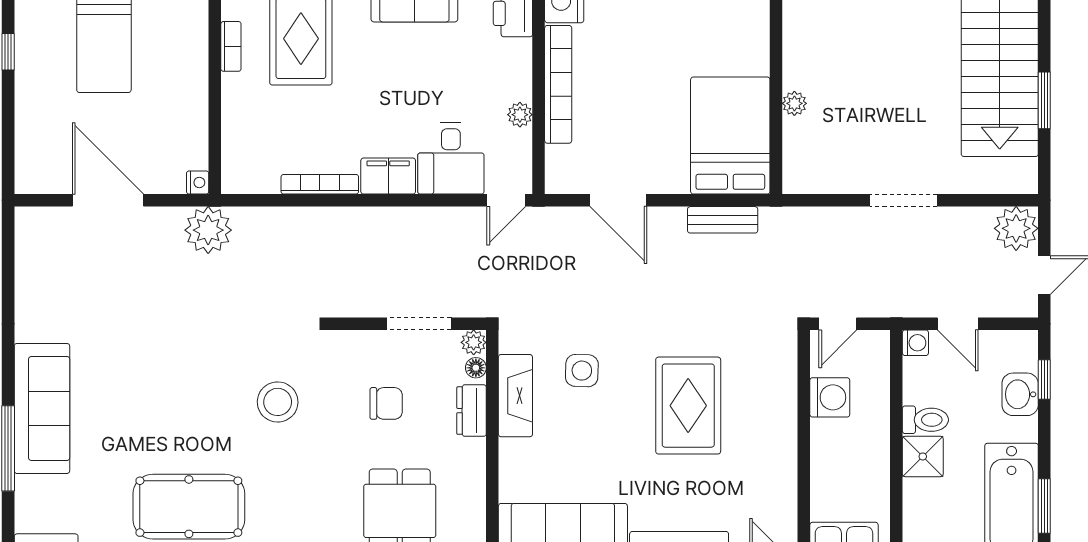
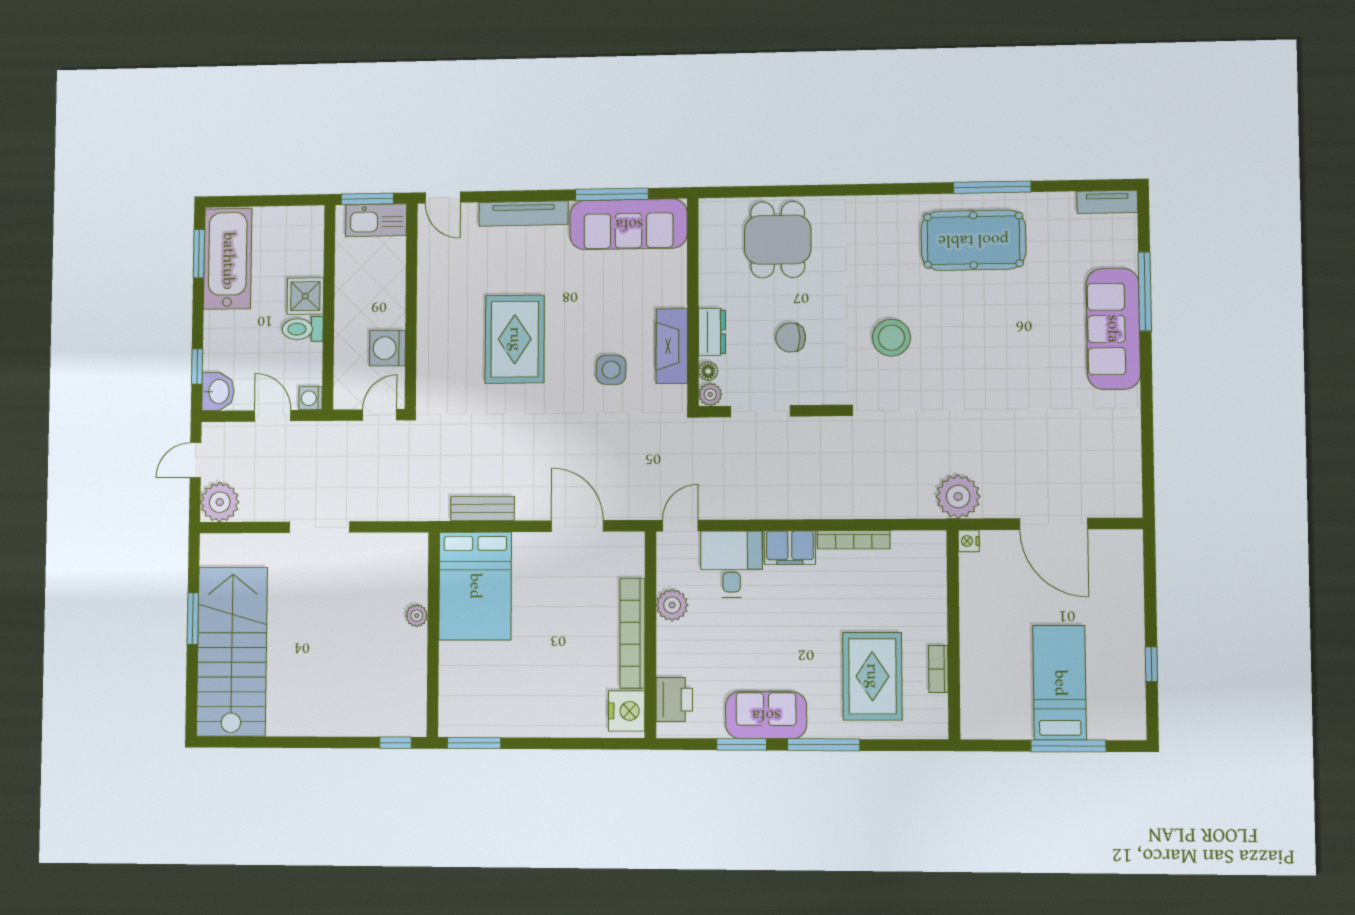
plant: (520, 115) -> (672, 605), width x1.38, depth x1.38
washbasin: (1020, 394) -> (218, 392), moved

